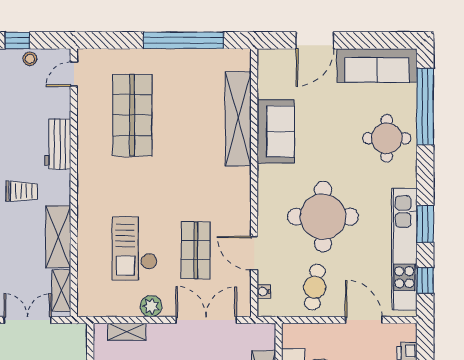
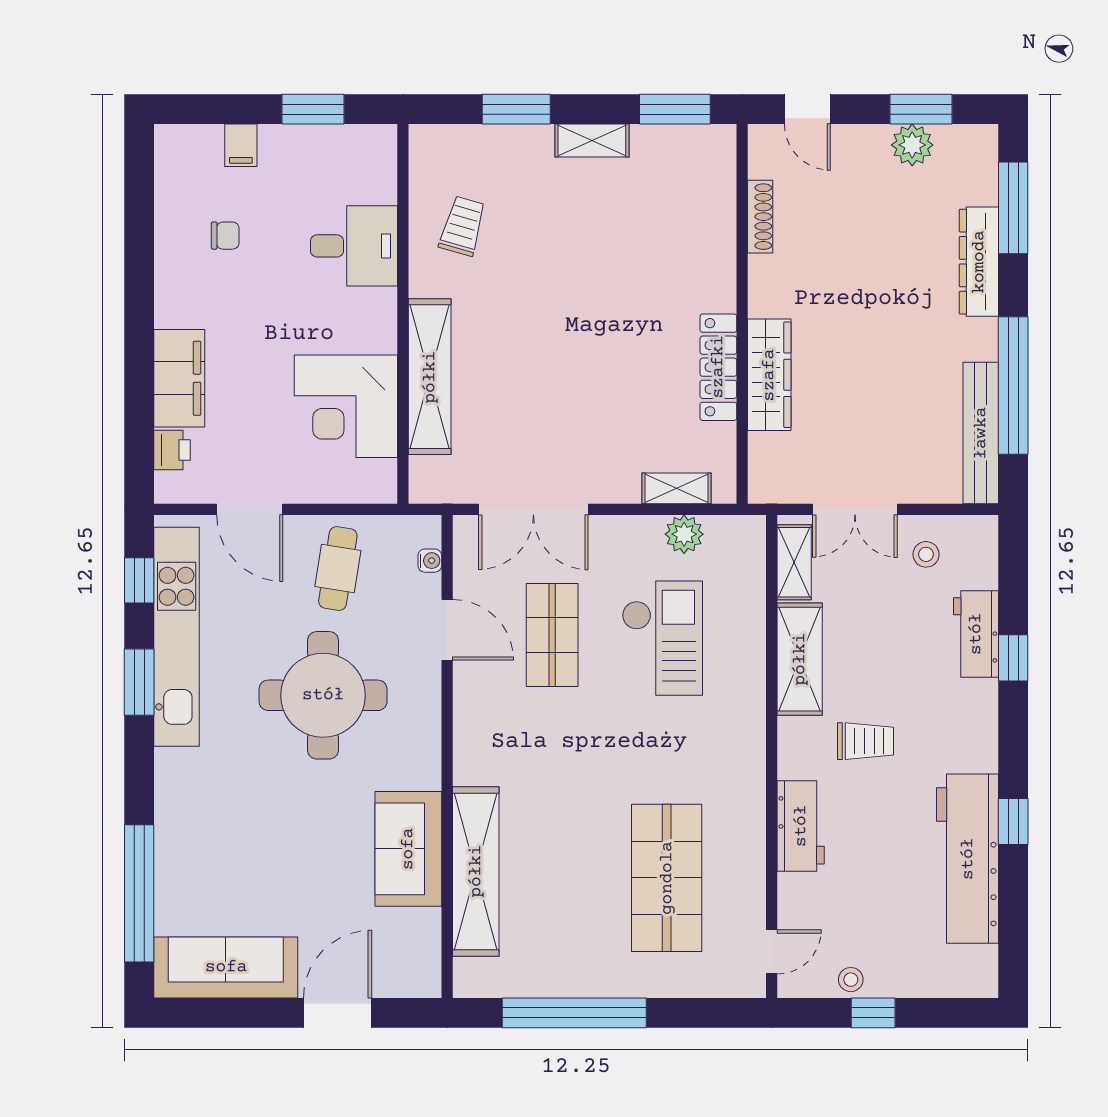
round table: (387, 138) -> (208, 836), removed
trolley: (22, 191) -> (865, 741), turned 180
plant: (151, 306) -> (684, 534), moved

